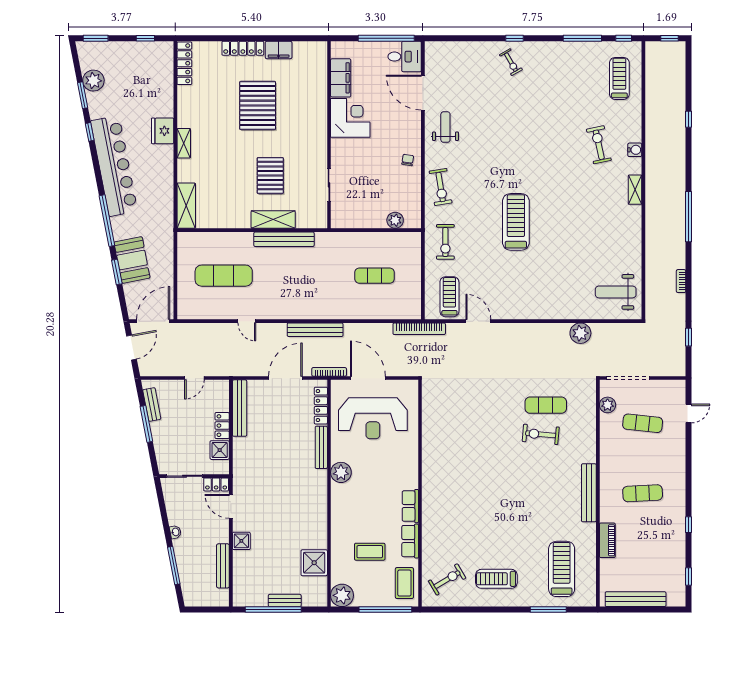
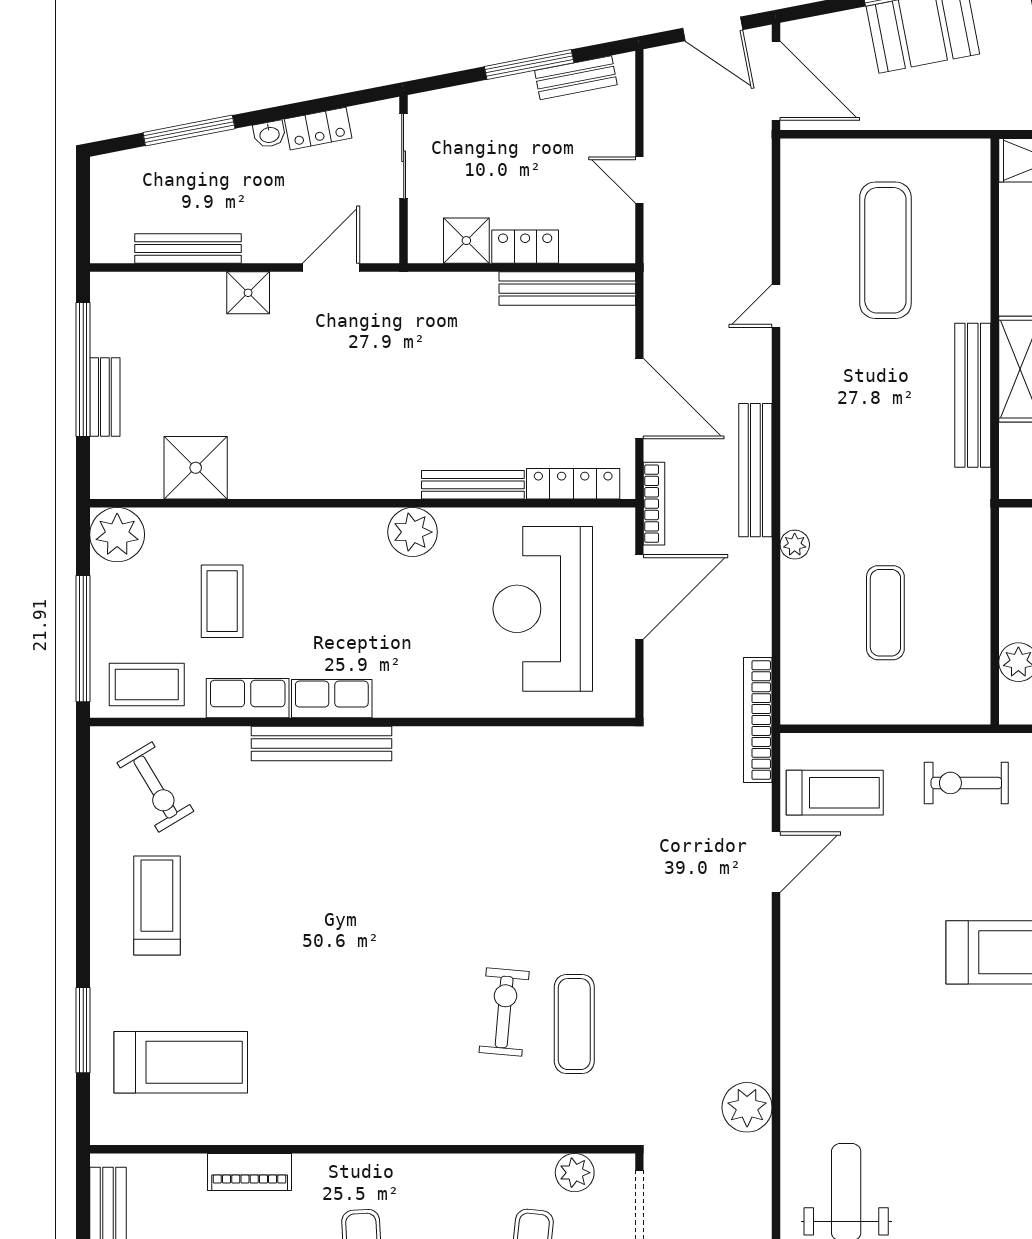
plant: (346, 313) -> (795, 545), added
locker: (216, 484) -> (318, 129), moved, turned -101
bench: (589, 493) -> (322, 744), moved

